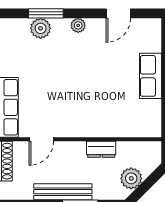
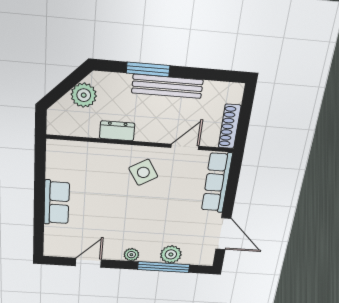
window: (46, 13) -> (164, 267), width x1.44
side table: (75, 112) -> (143, 172), added

